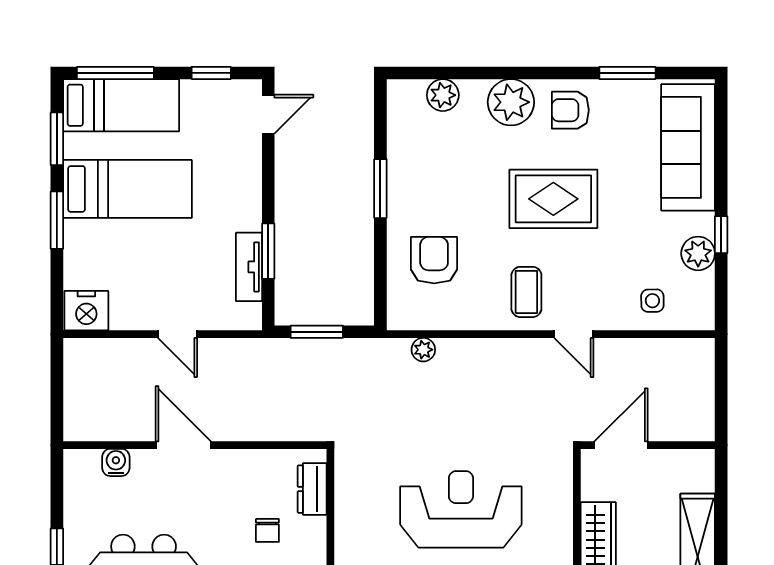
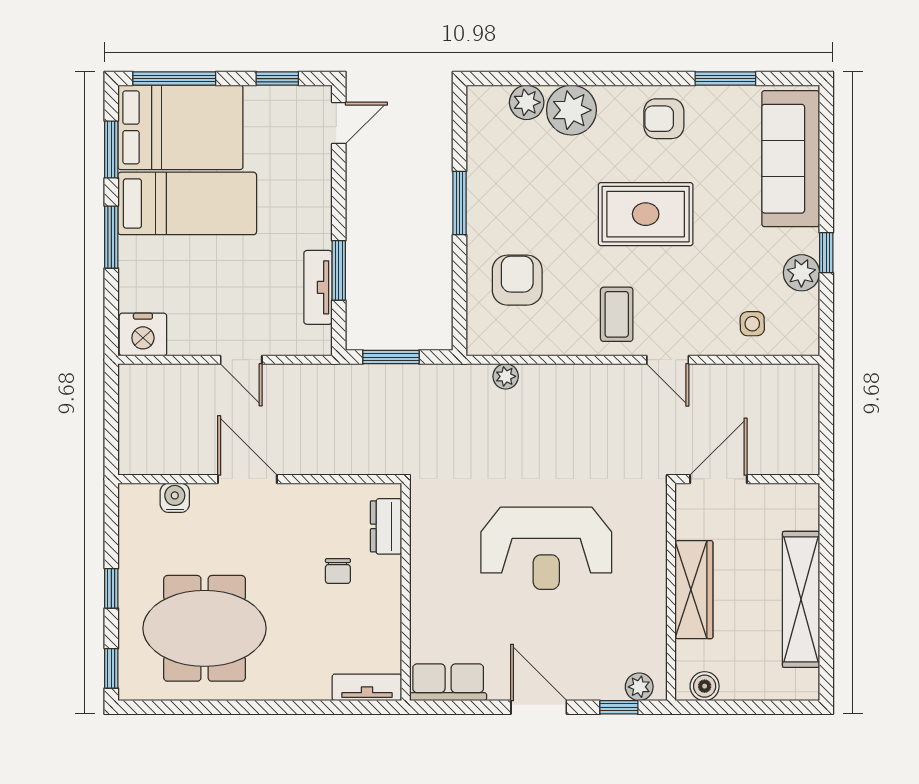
plant: (511, 102) -> (571, 110), moved
bed: (121, 105) -> (180, 127), width x1.50
reception desk: (461, 509) -> (546, 548), turned 180

